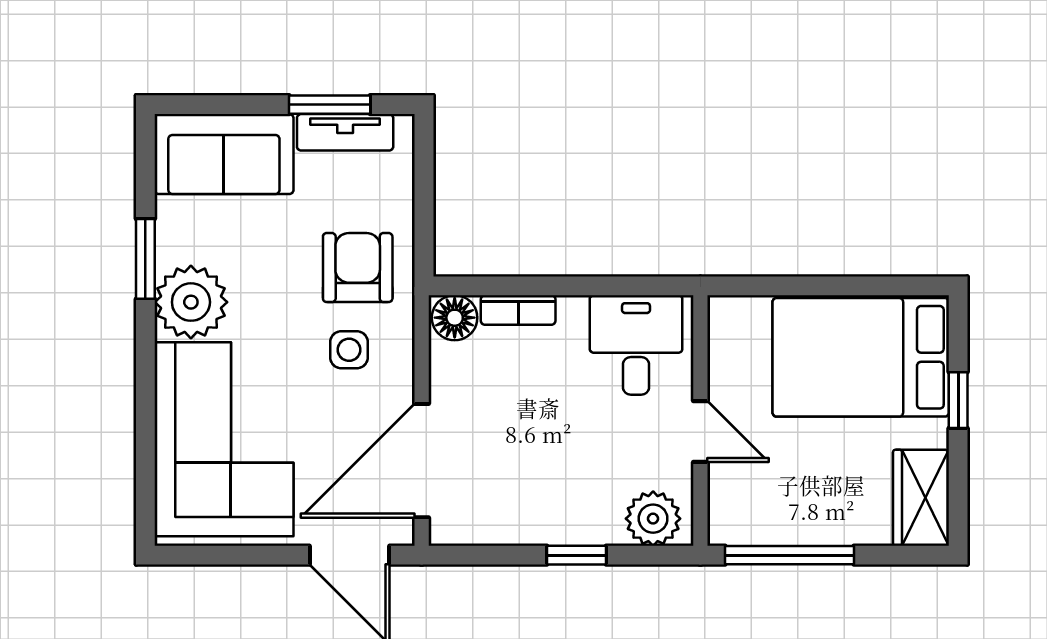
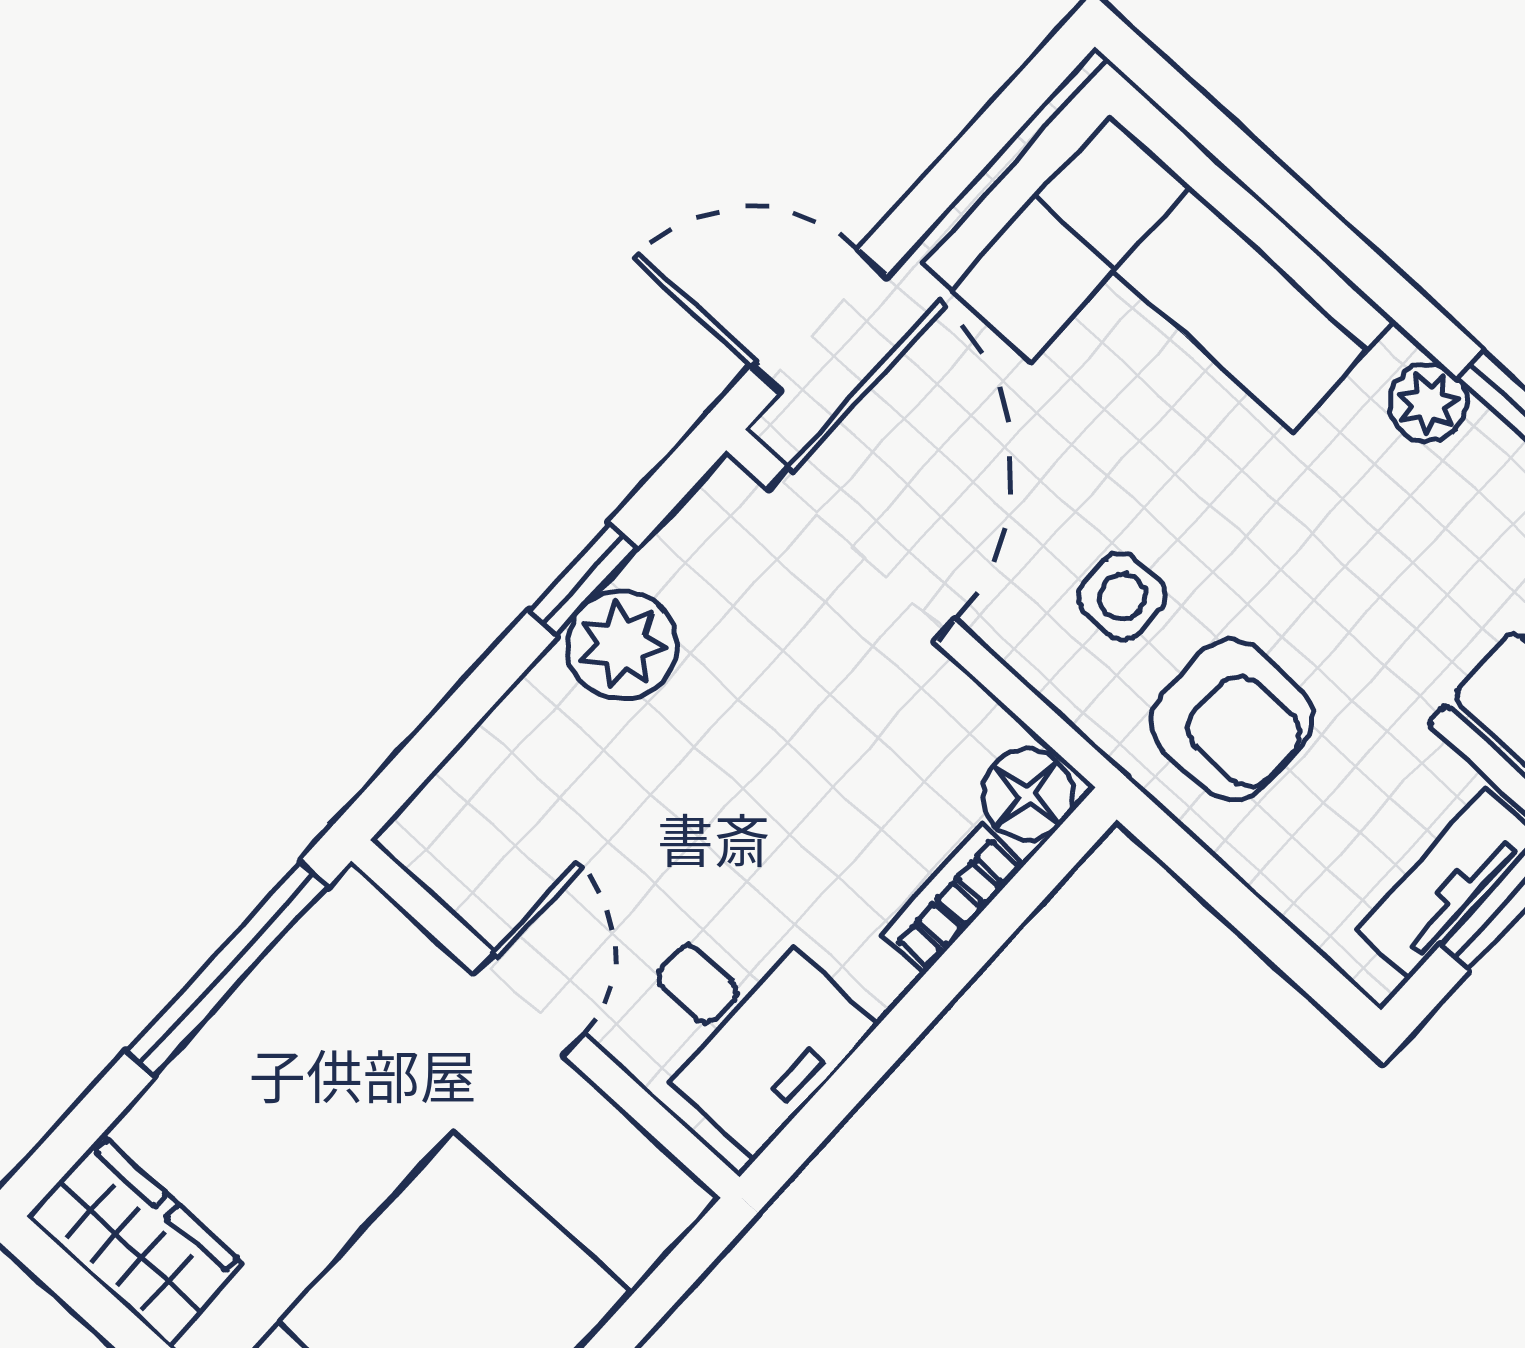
plant: (191, 302) -> (1428, 403), width x0.53, depth x0.53
door: (700, 431) -> (529, 1004), swing flipped
plant: (653, 519) -> (622, 645), moved
window: (577, 555) -> (583, 579), moved

